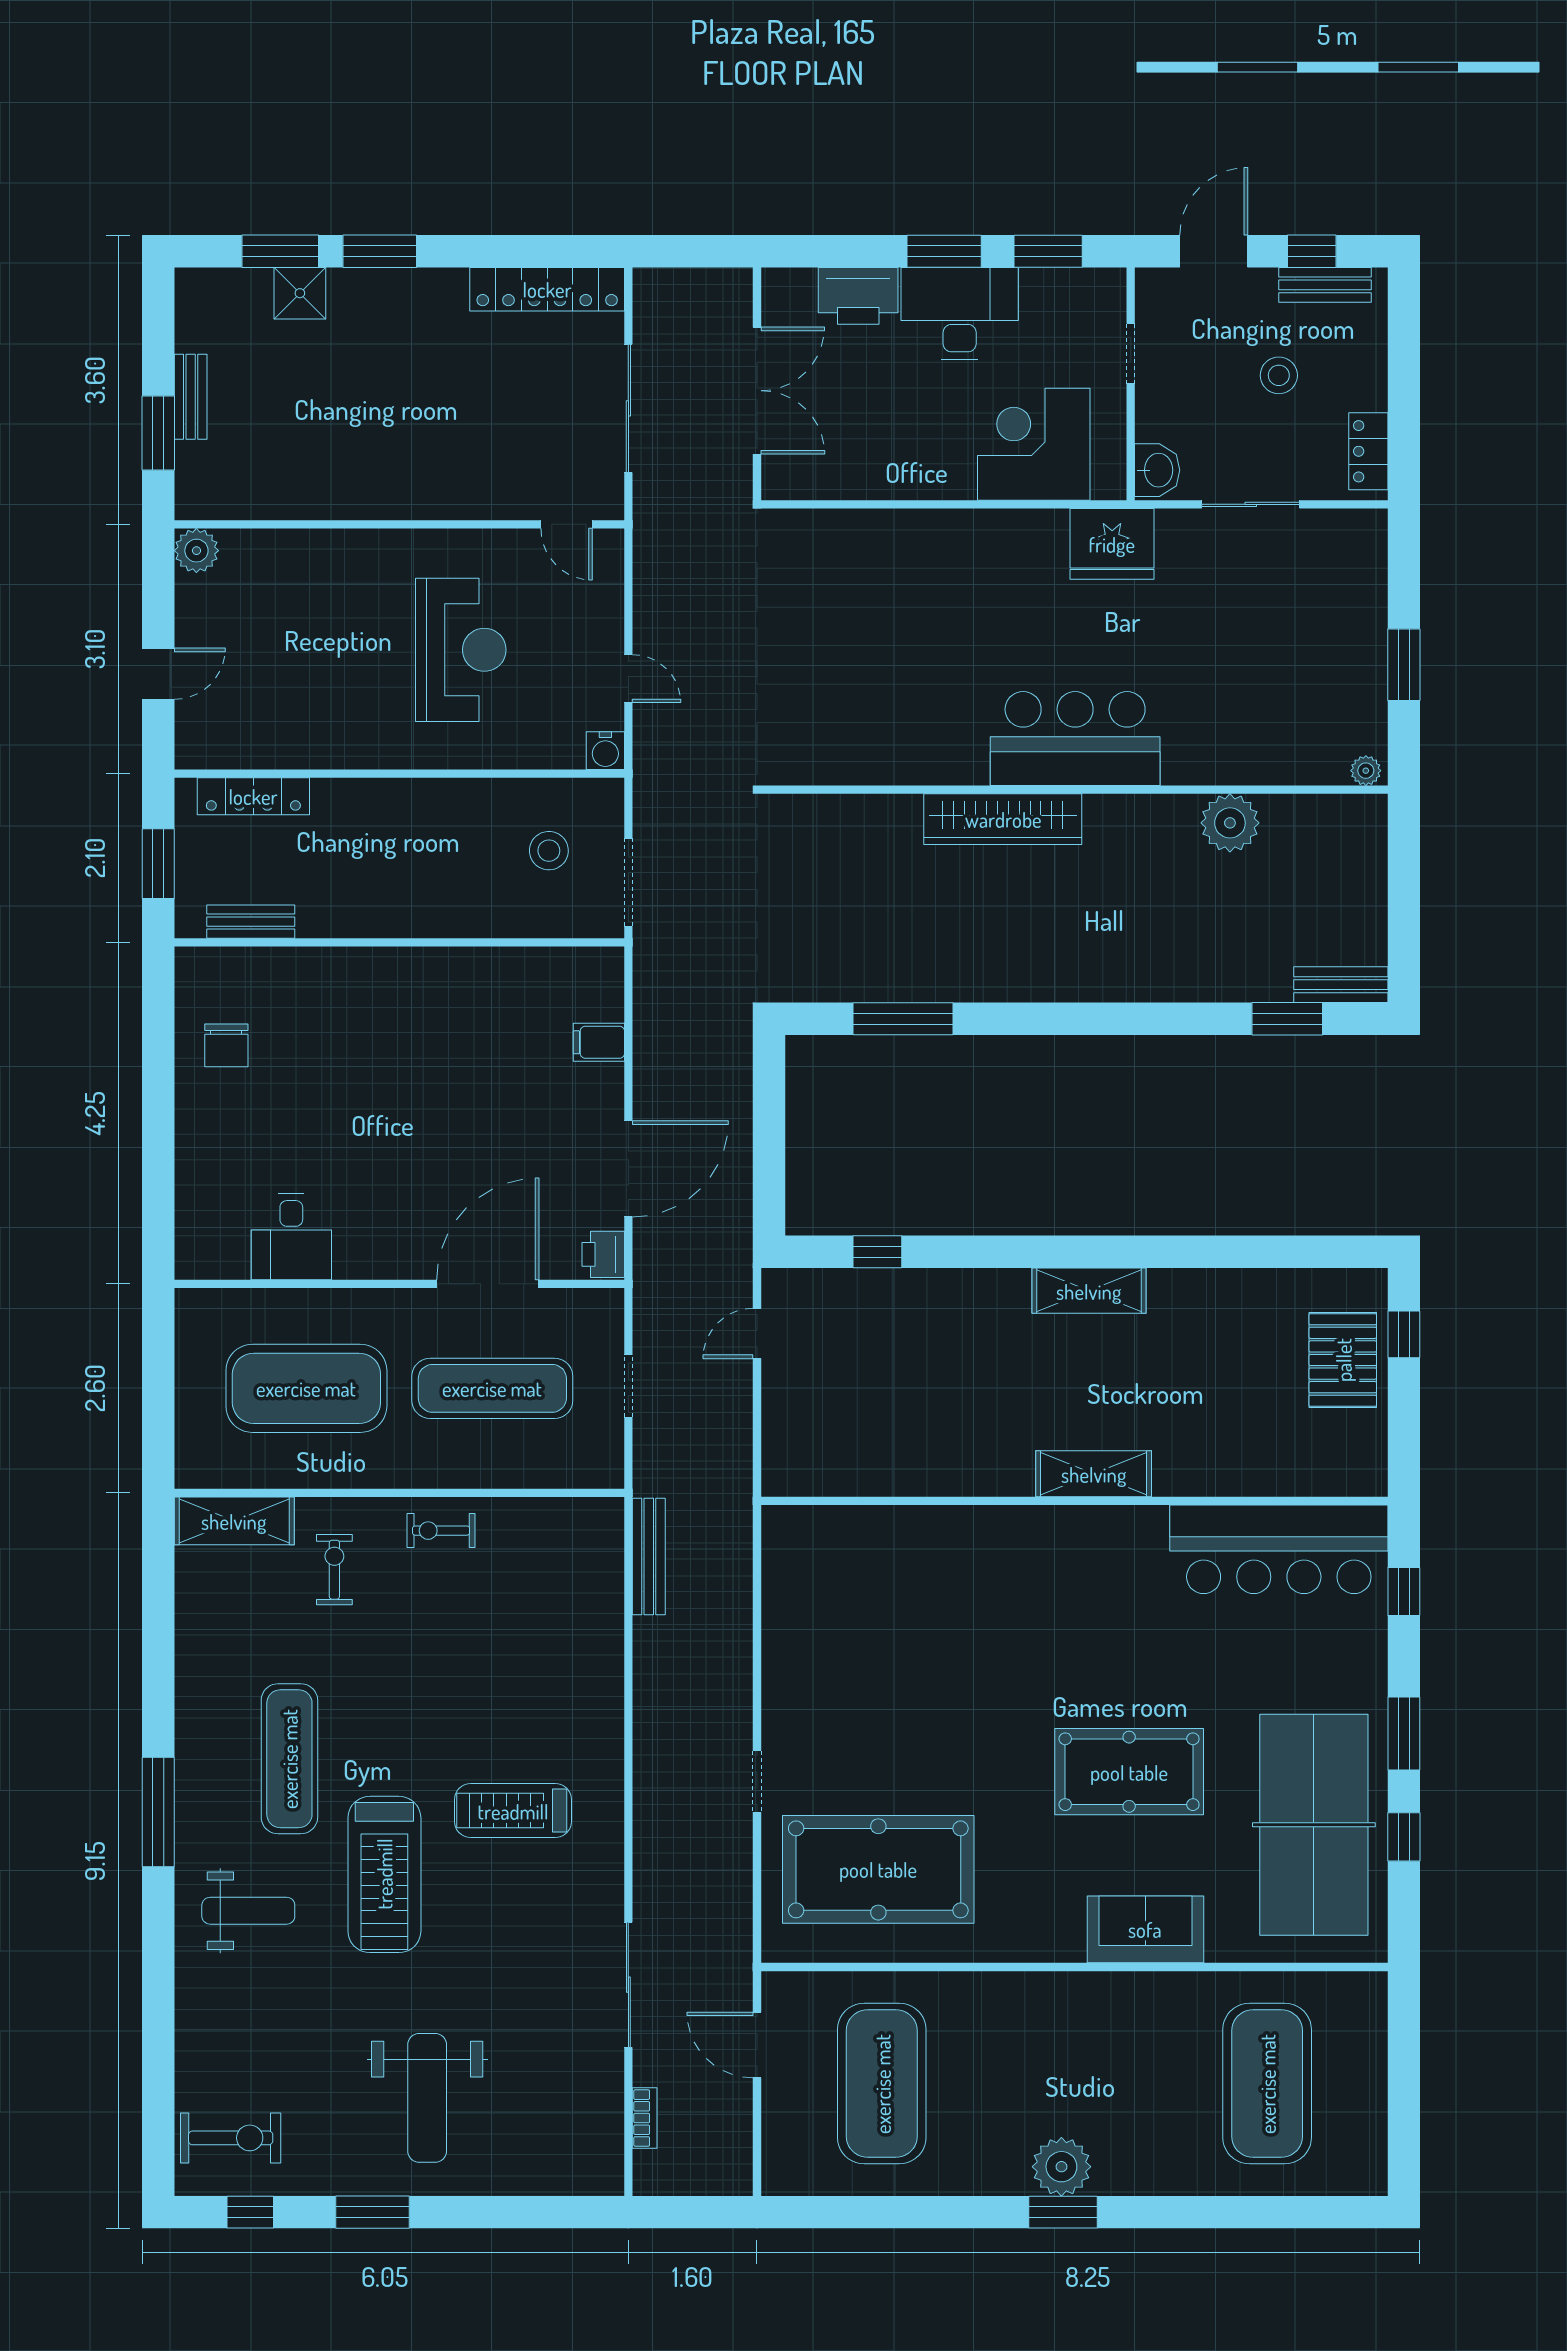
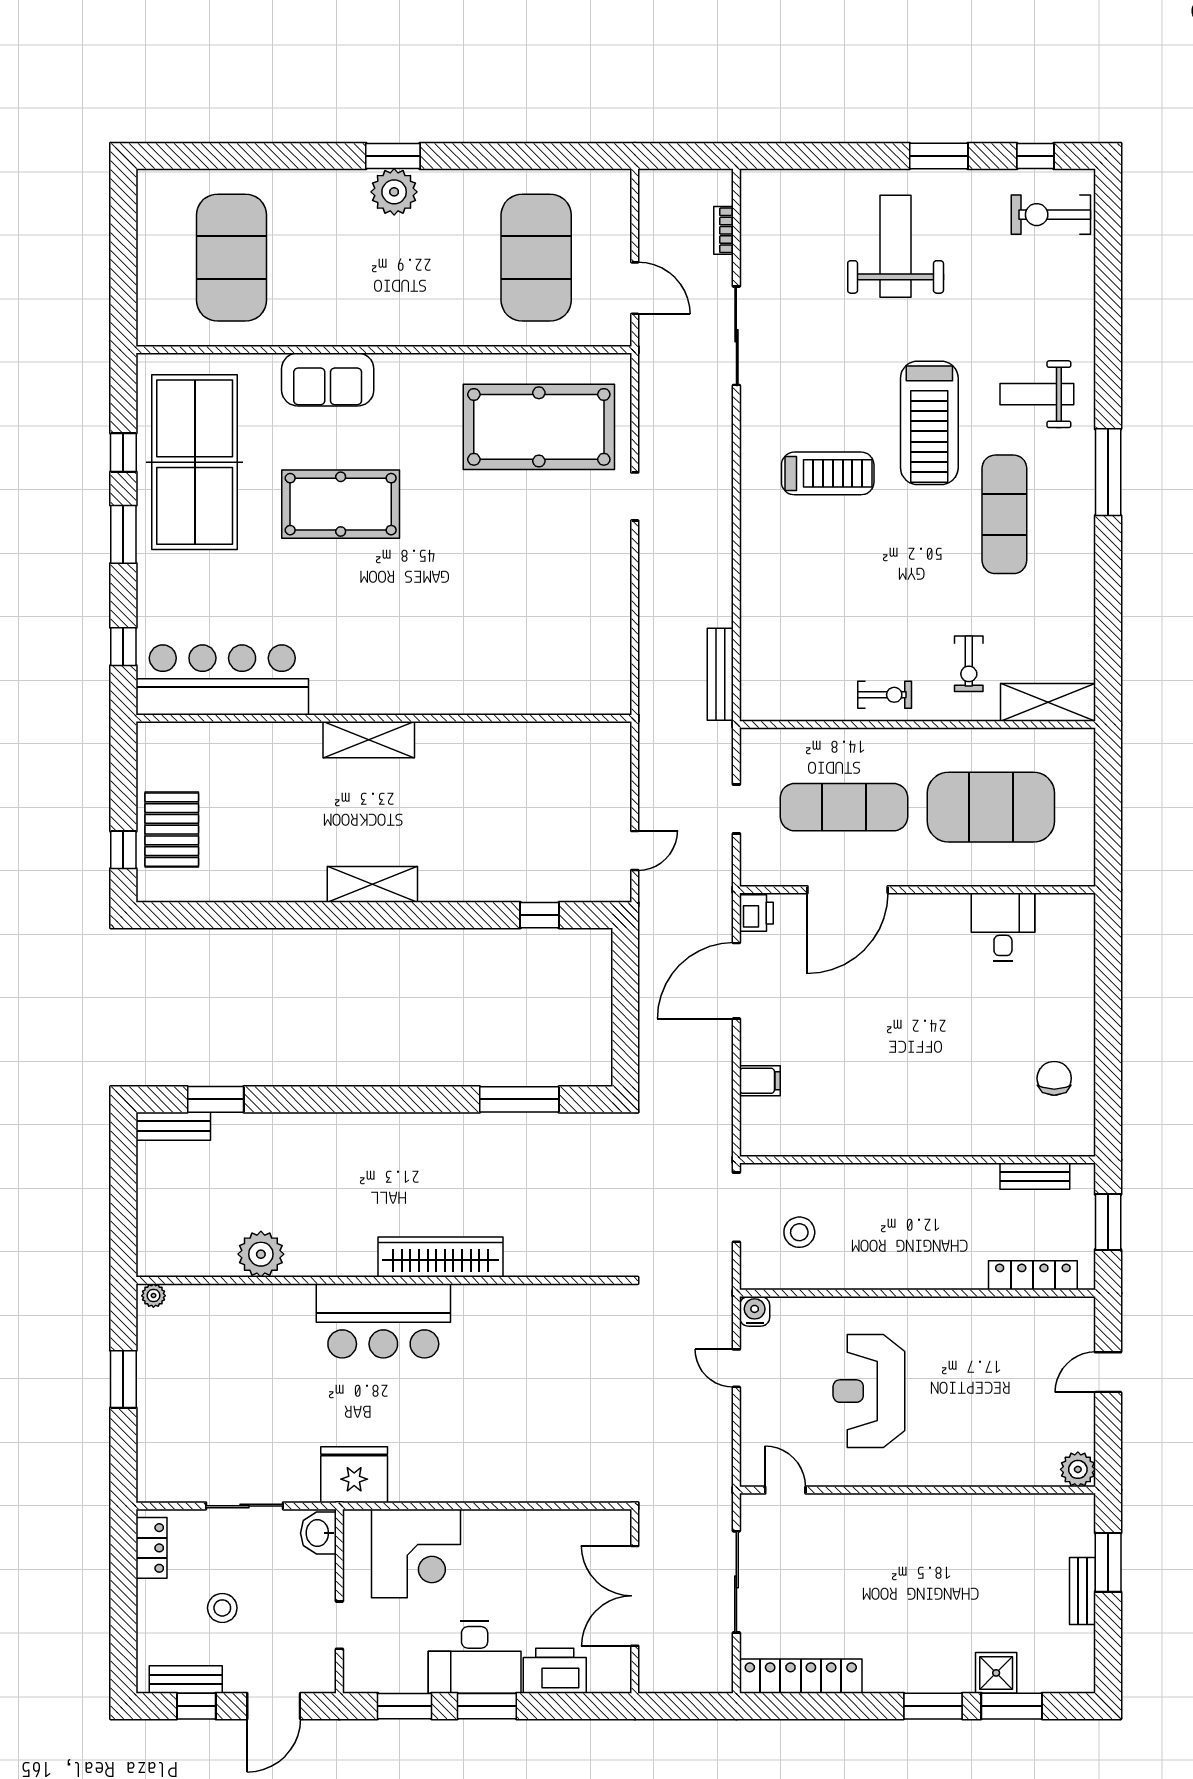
treadmill: (384, 1874) -> (929, 423), turned 180

